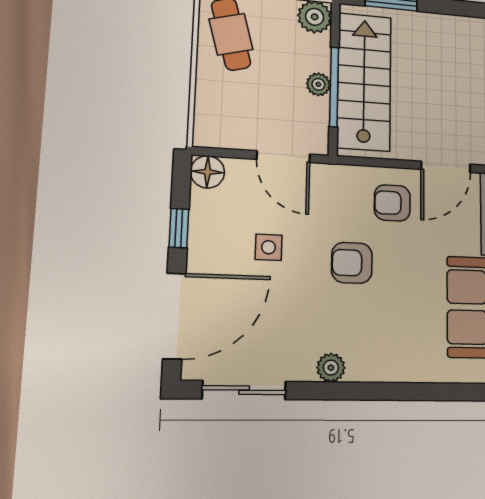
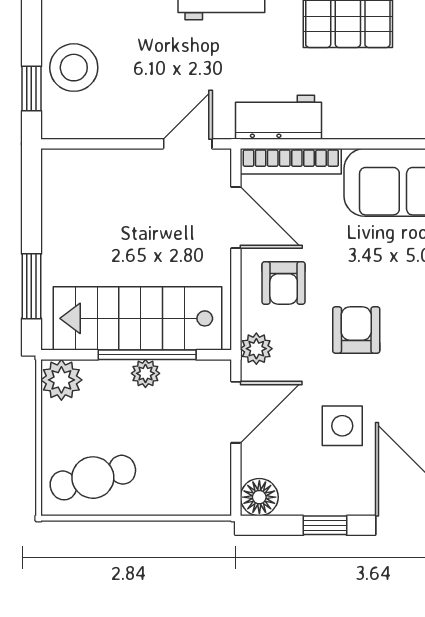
plant: (337, 177) -> (256, 349), added
side table: (269, 247) -> (342, 426), width x1.37, depth x1.37
armchair: (352, 263) -> (356, 330), turned 180

